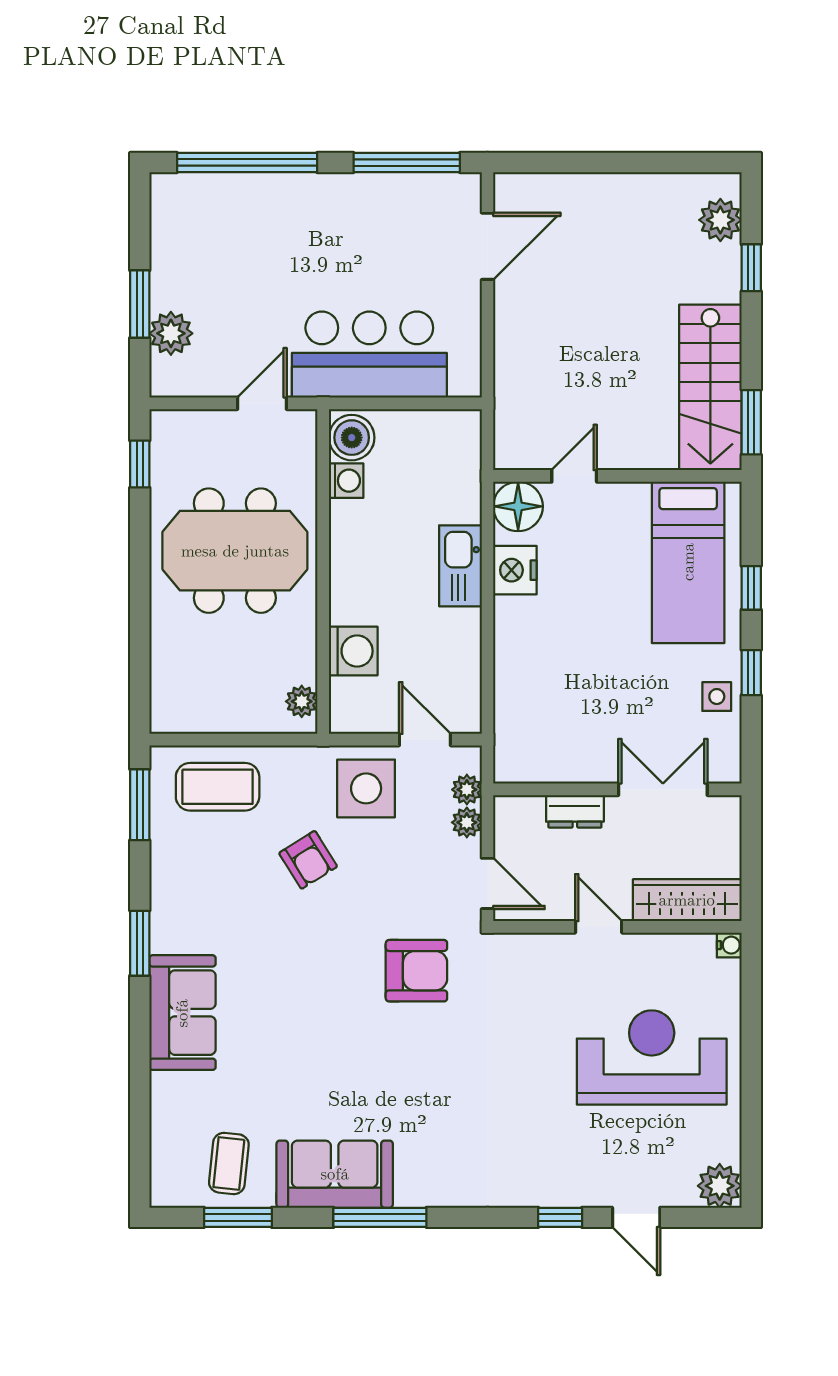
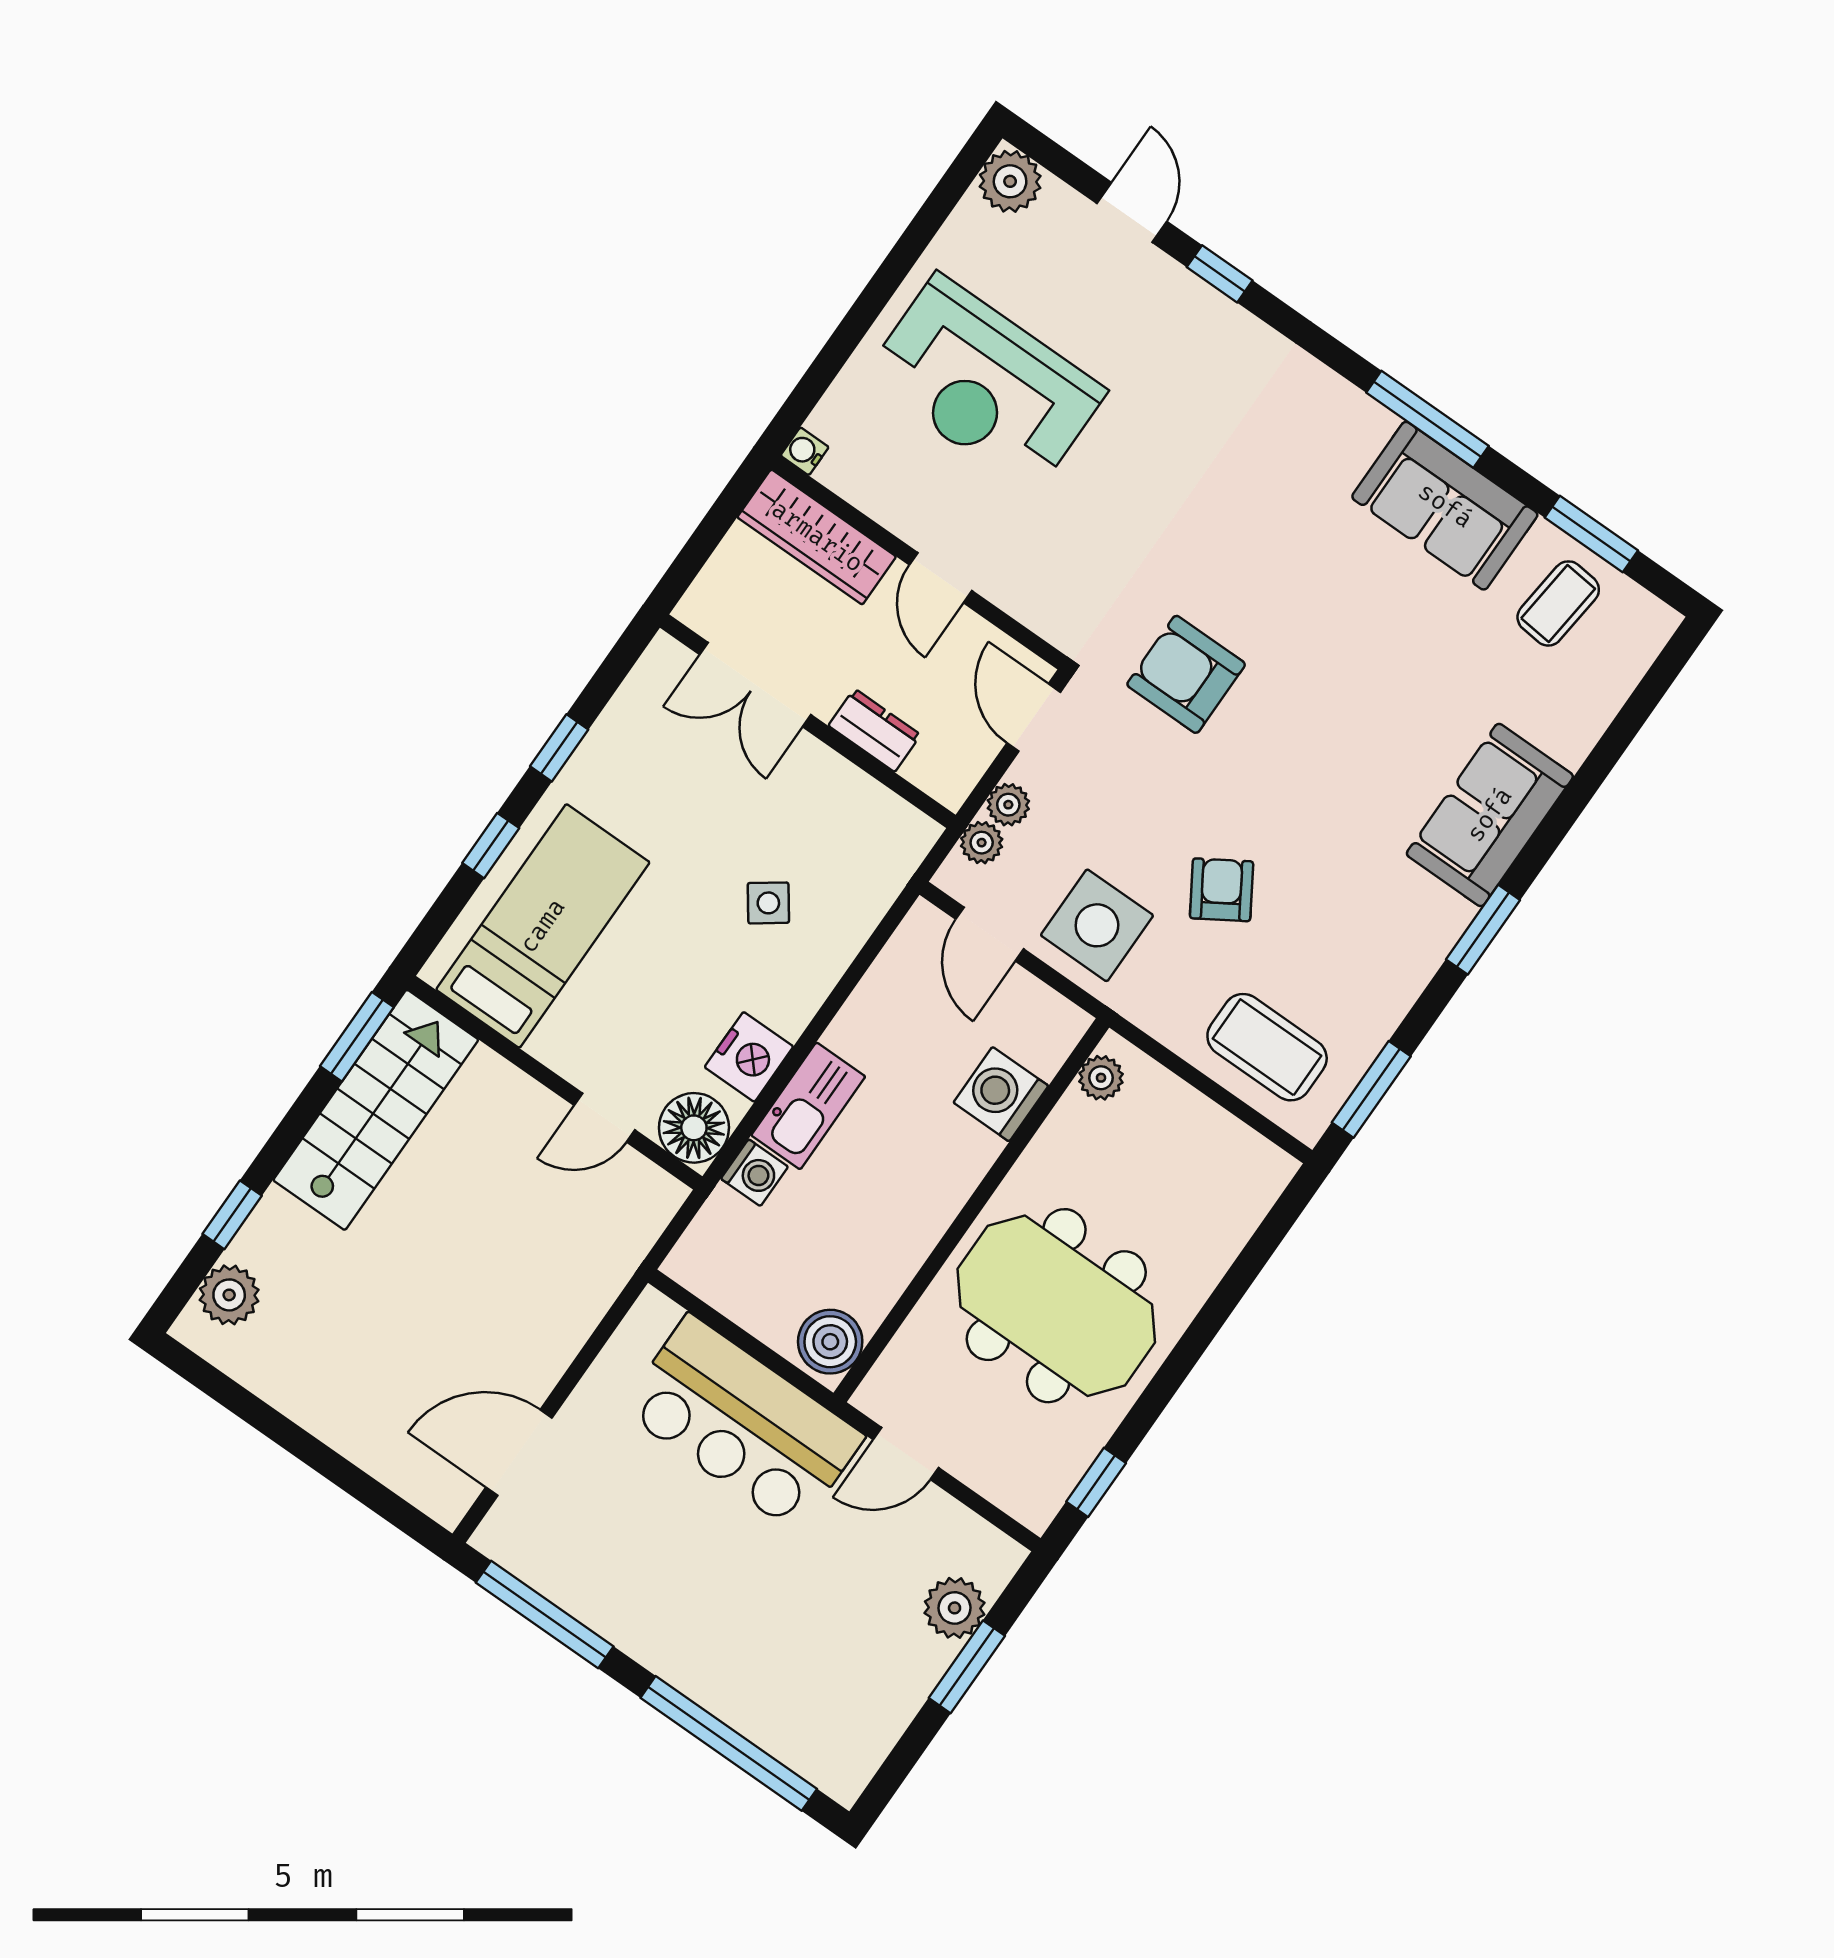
washing machine: (346, 481) -> (754, 1173), moved, turned 180
side table: (717, 697) -> (768, 903), moved, turned -36

